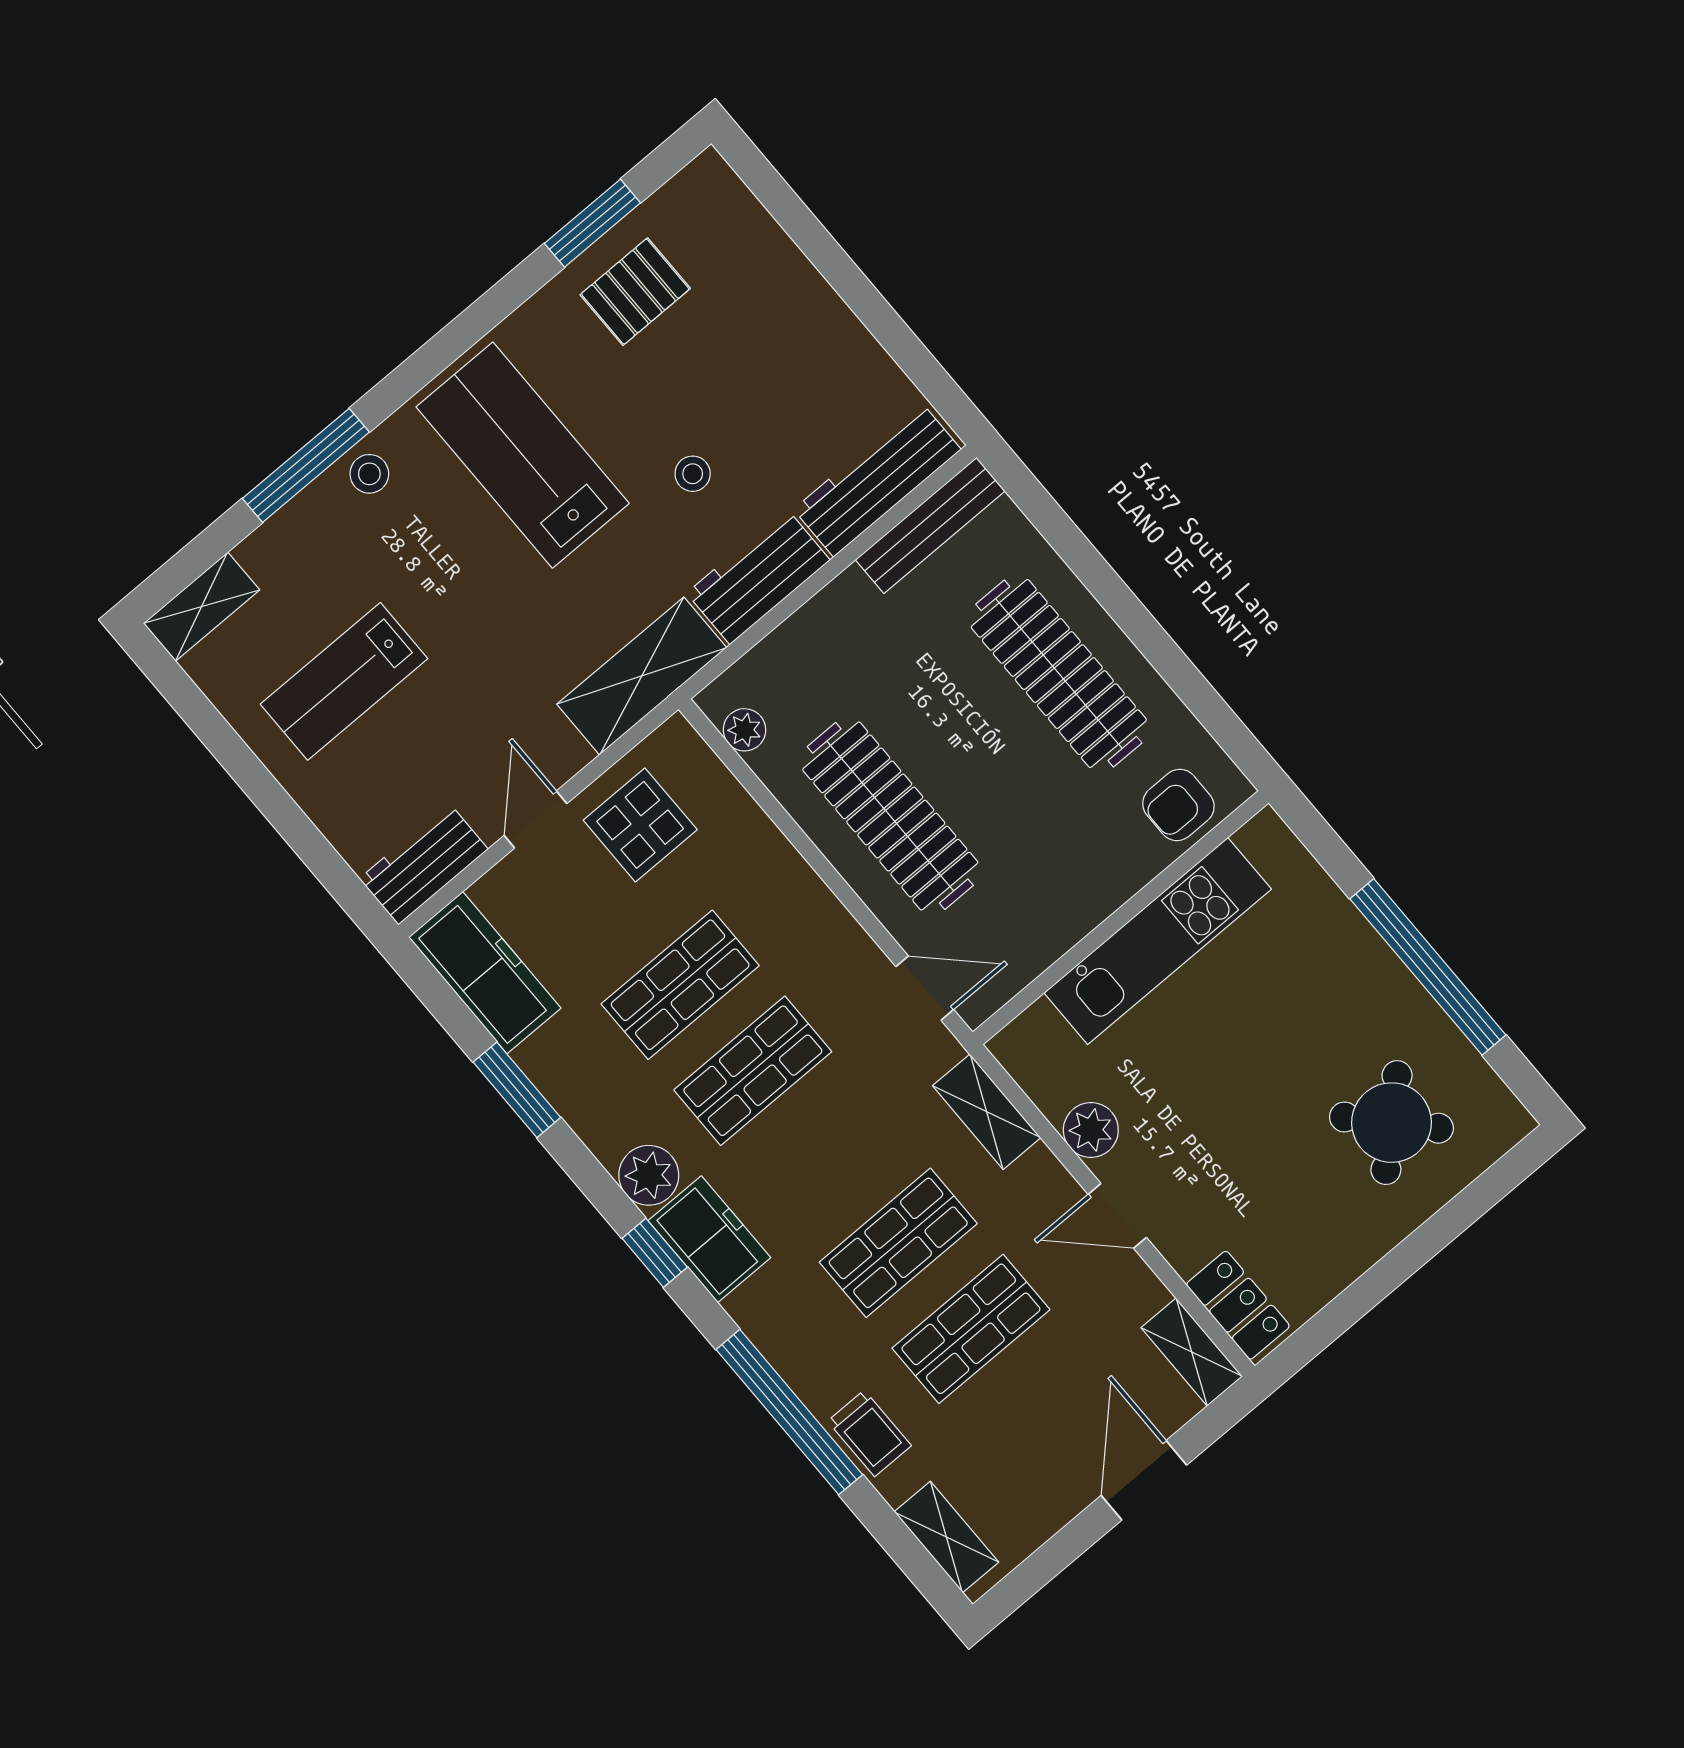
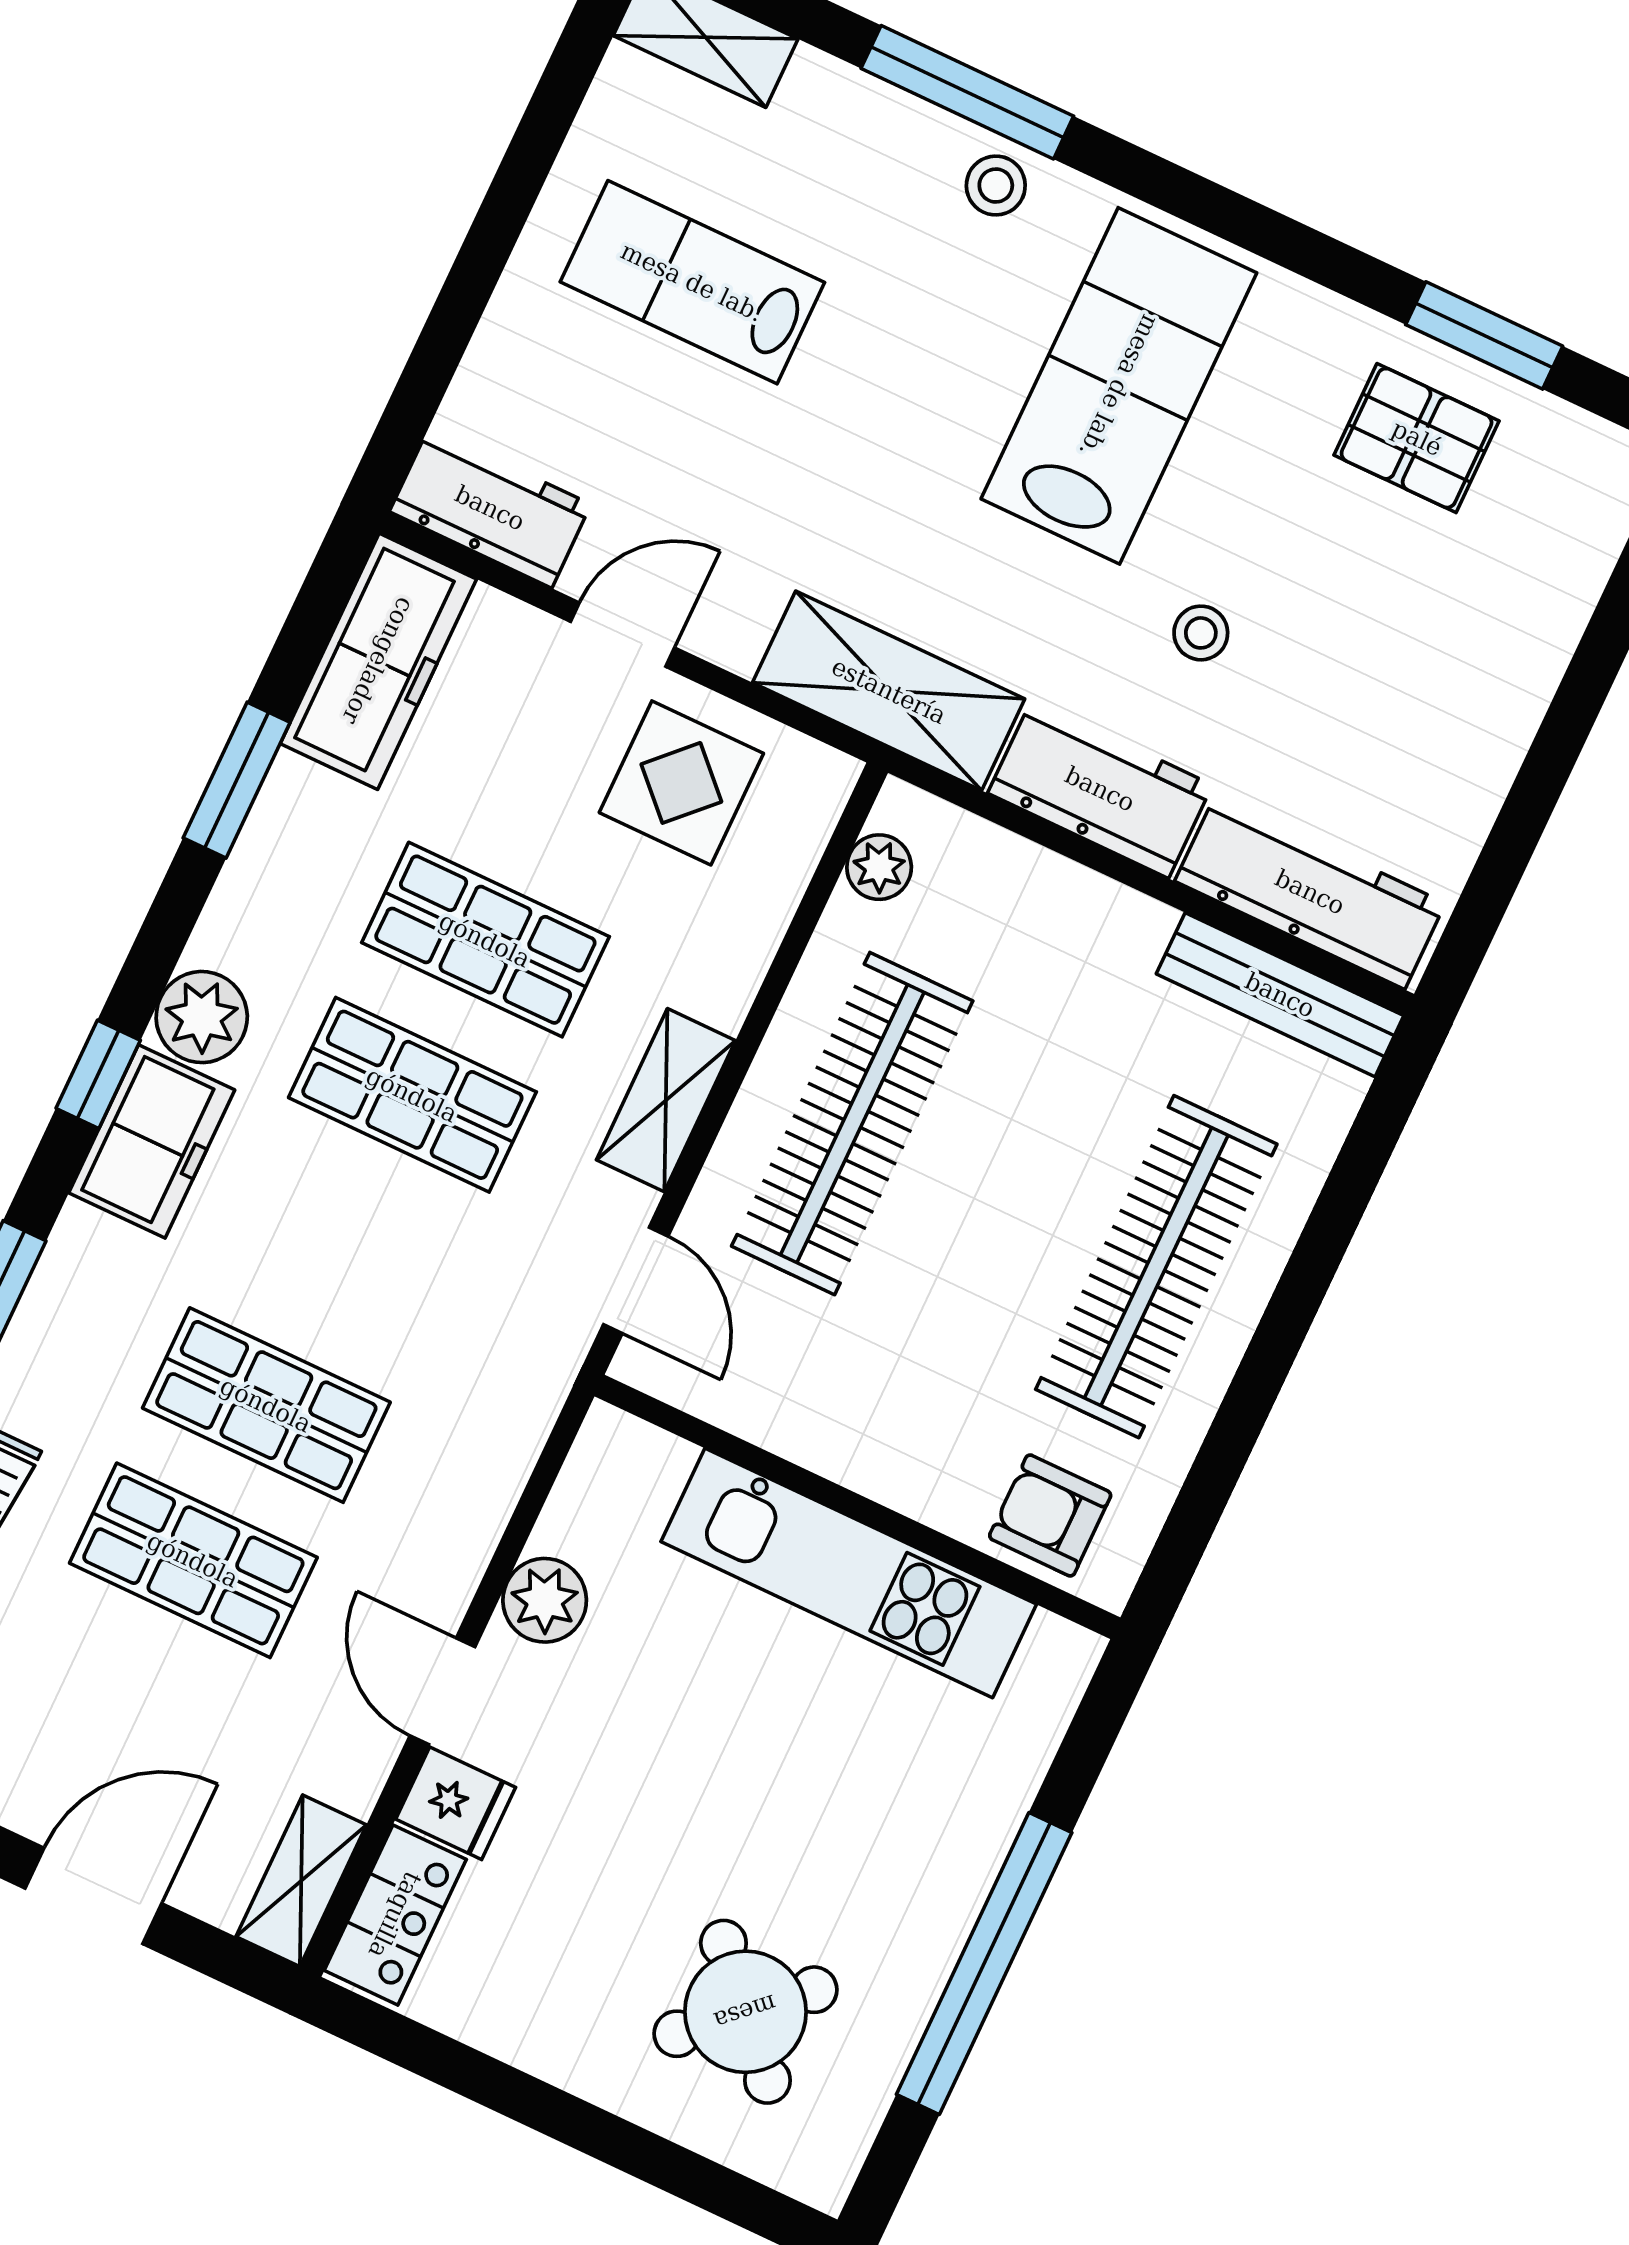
shelving: (987, 1112) -> (666, 1100), moved
fridge: (1188, 1239) -> (456, 1803), added

